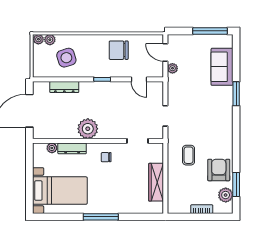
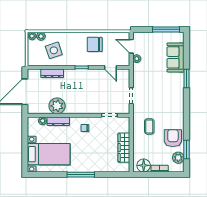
plant: (88, 129) -> (57, 106), moved
floor lamp: (181, 205) -> (144, 165), added

